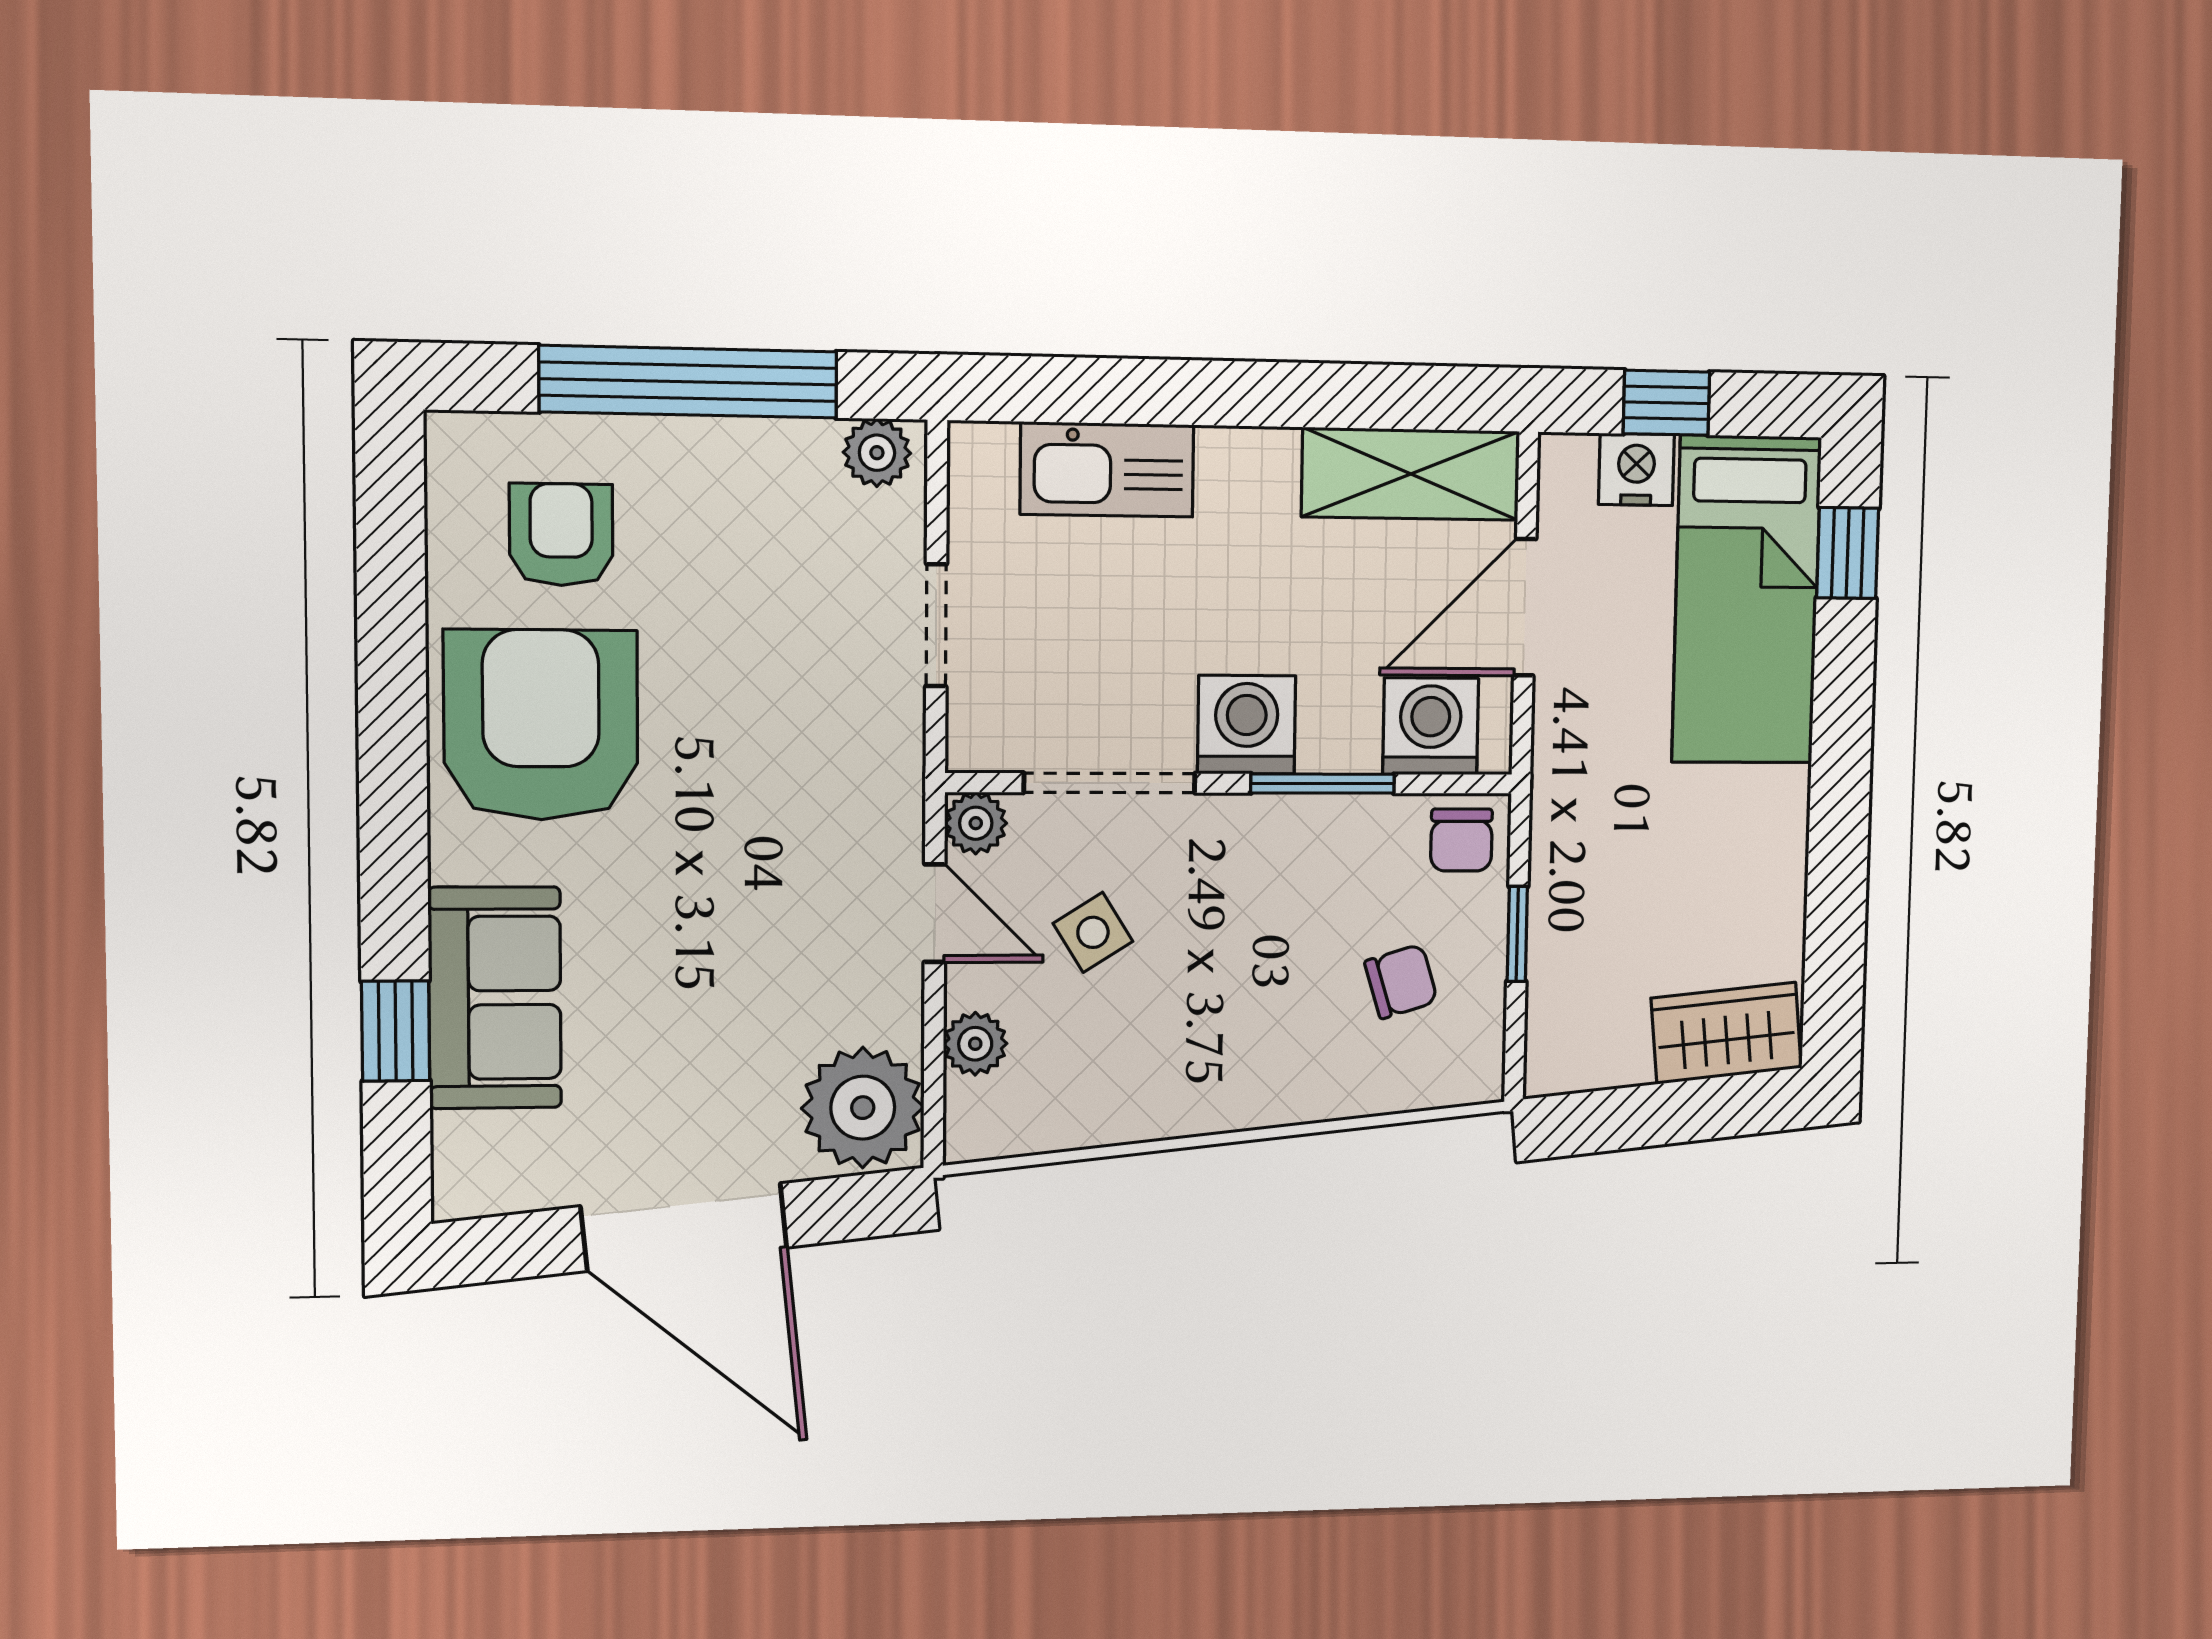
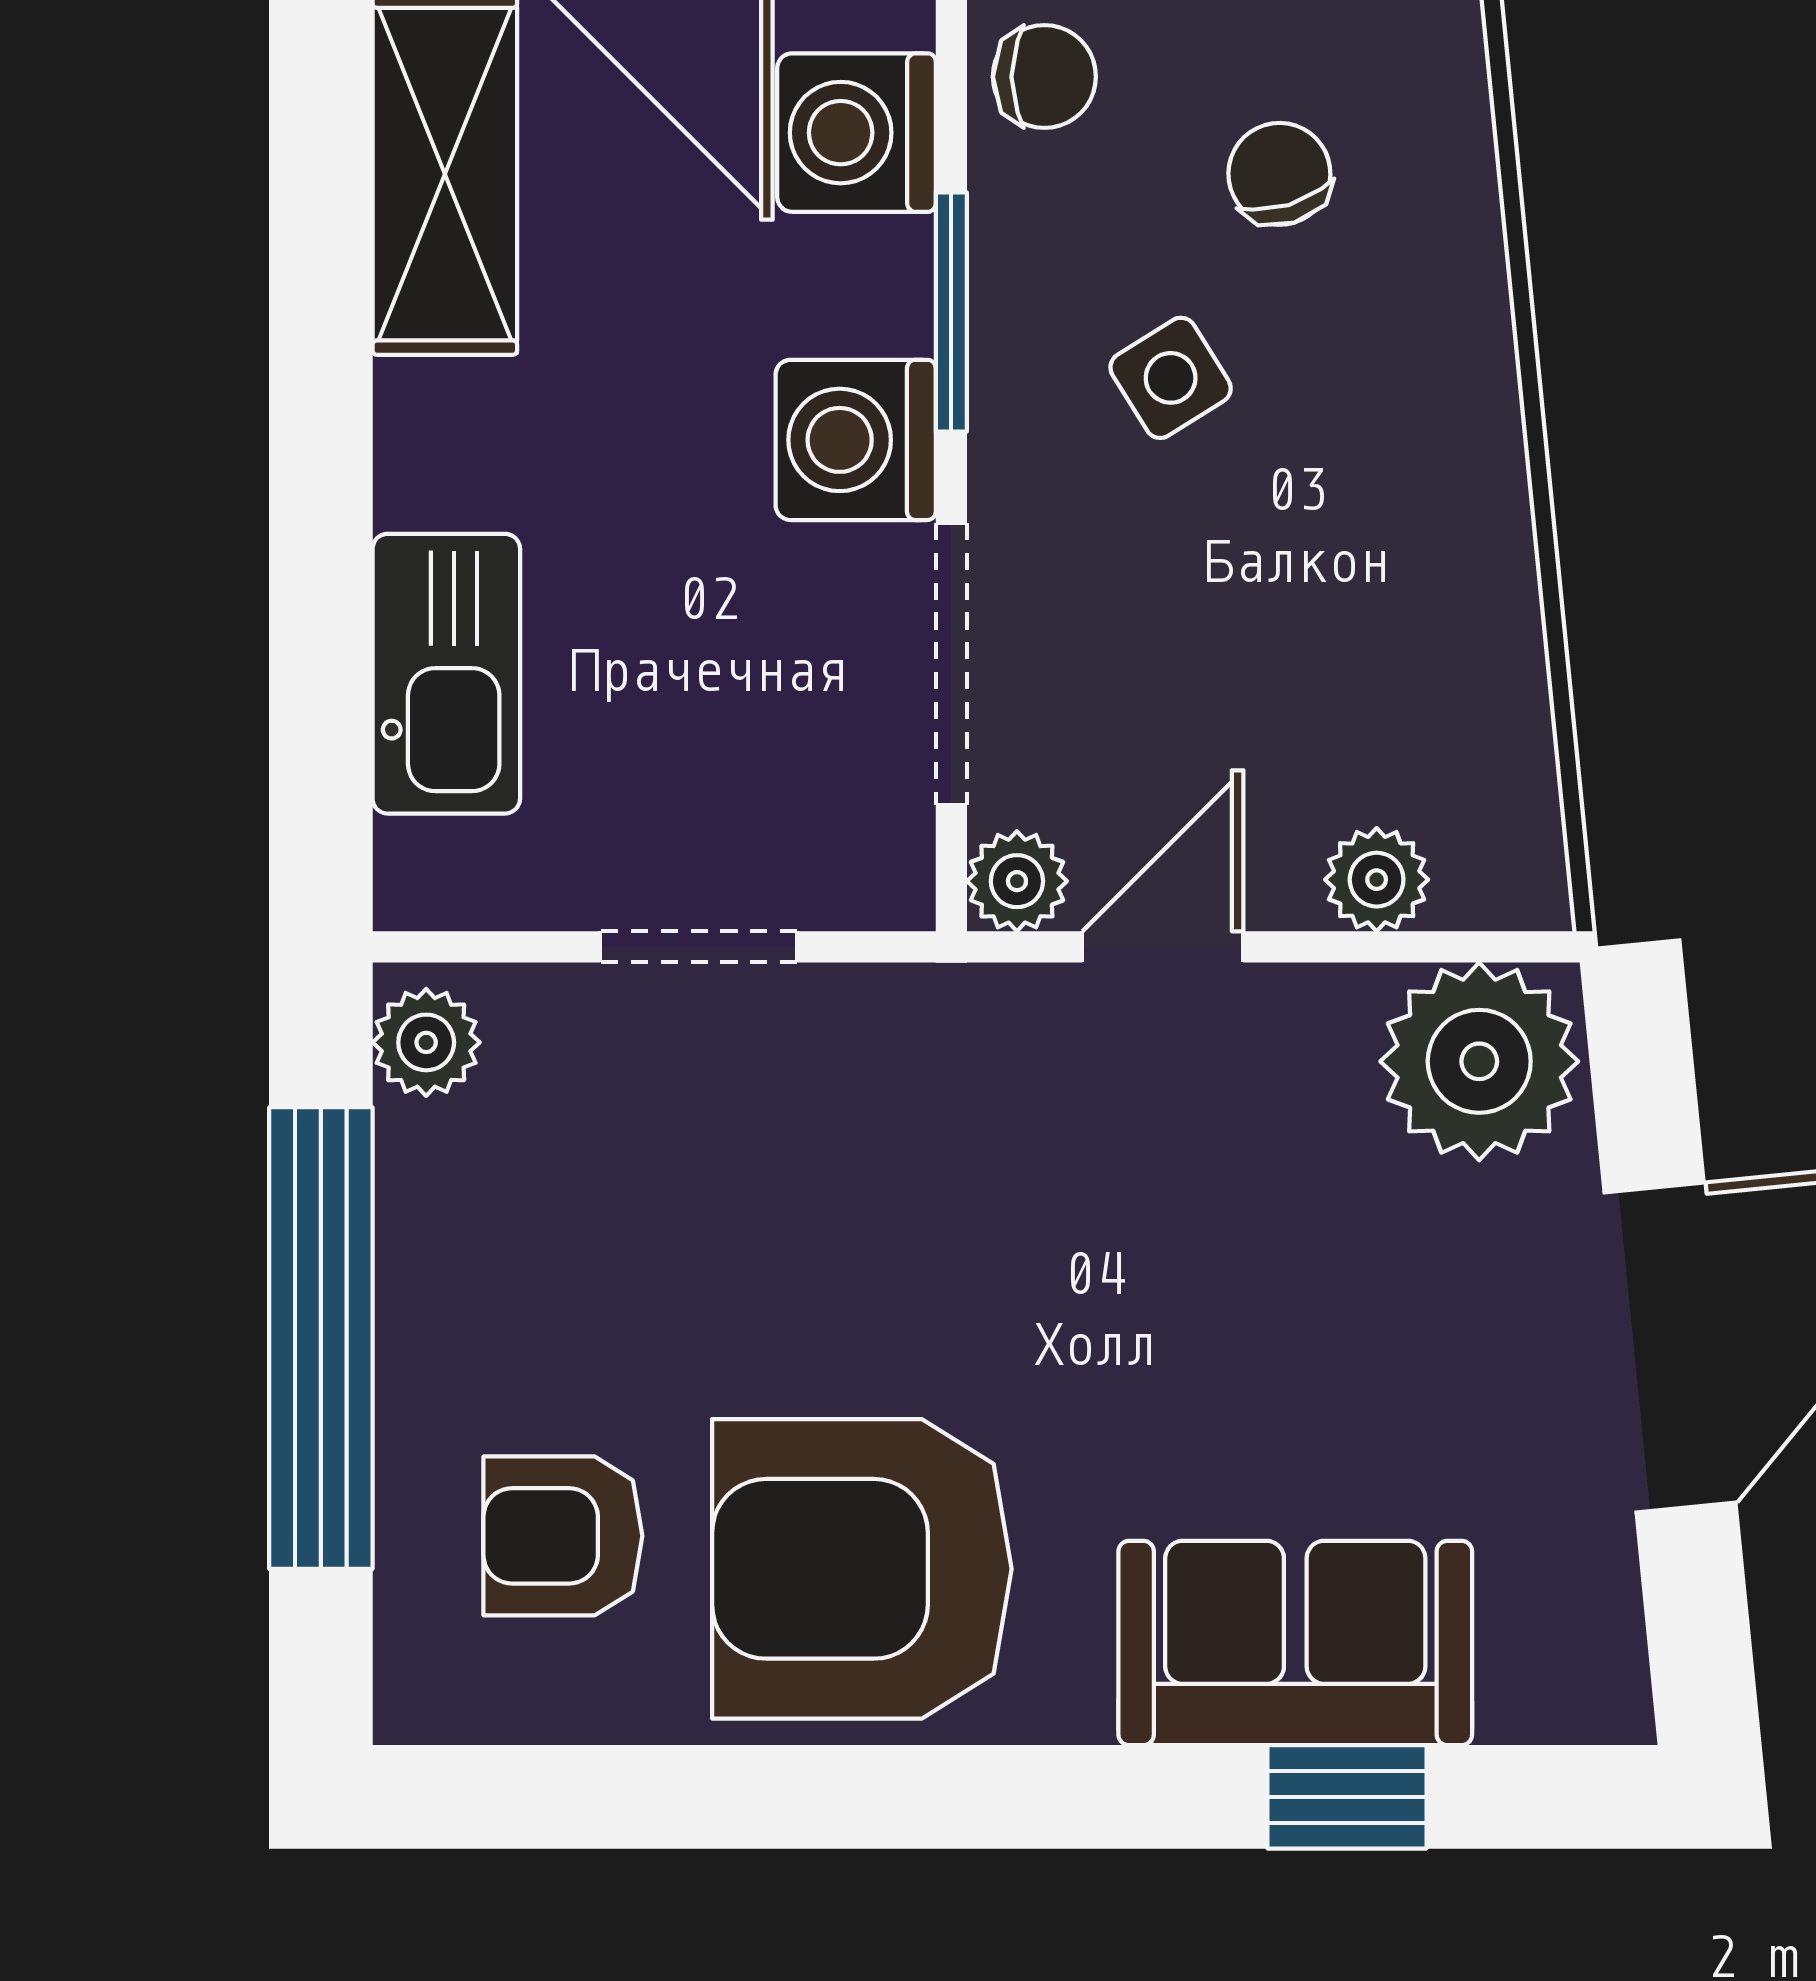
side table: (1093, 932) -> (1171, 378), moved

